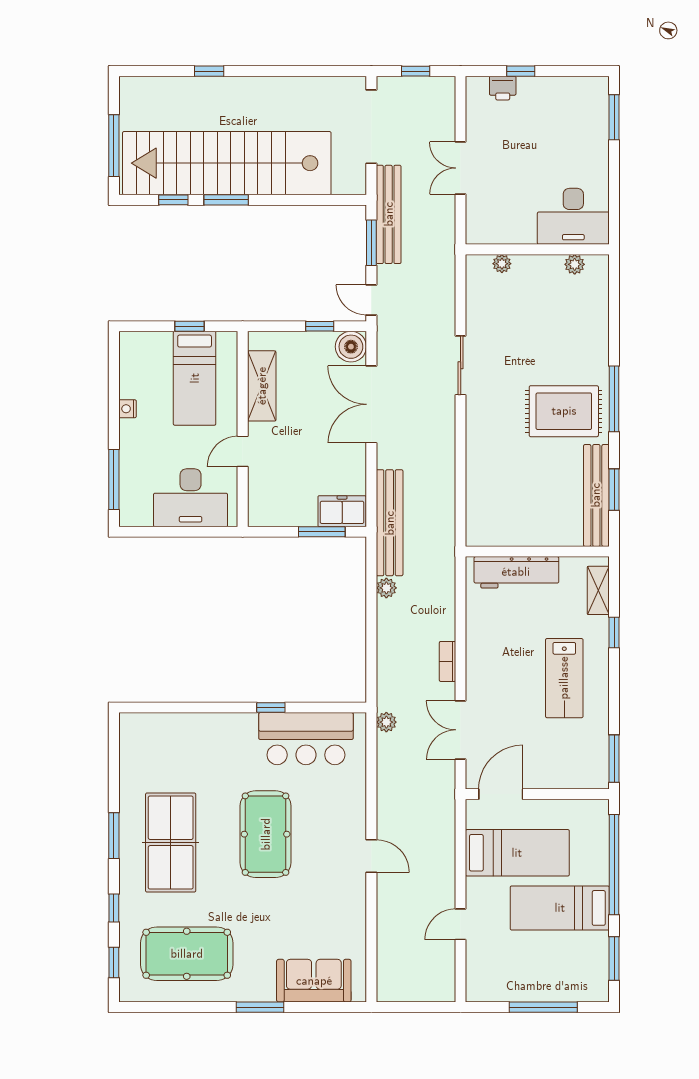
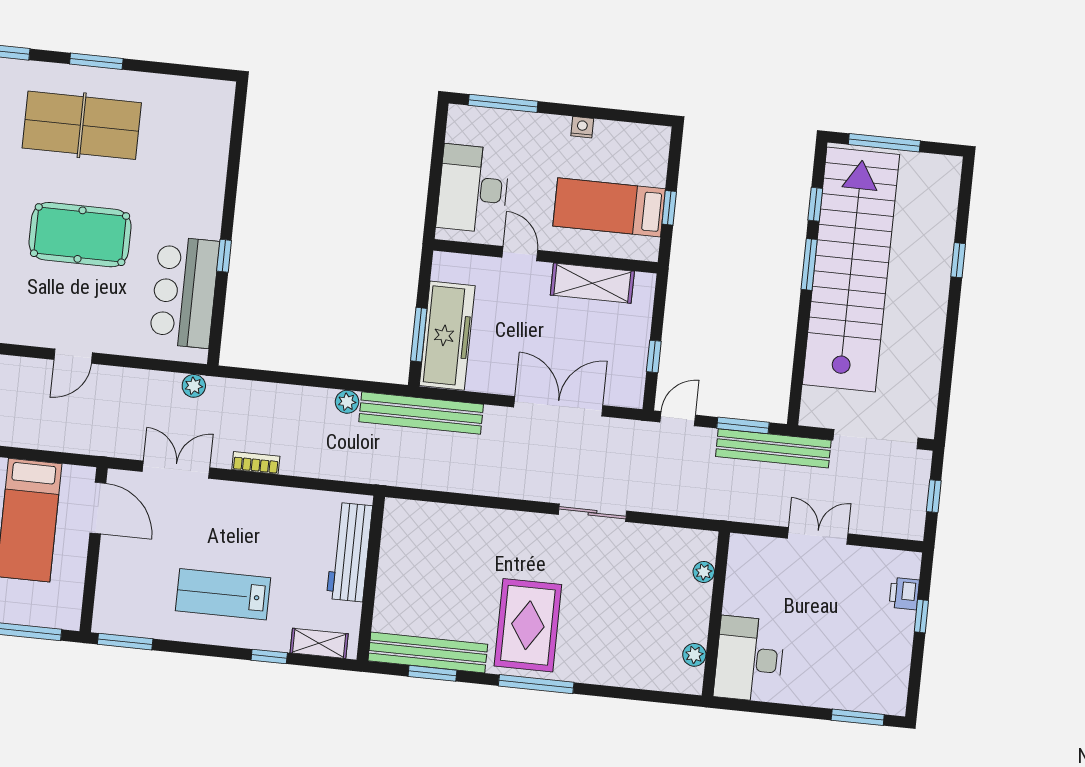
boiler: (351, 347) -> (627, 390), removed
freezer: (342, 511) -> (447, 336), width x1.91, depth x1.26
door: (371, 856) -> (73, 356), moved

